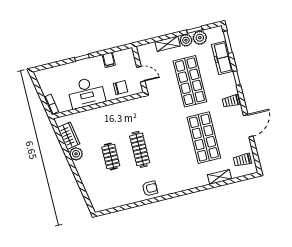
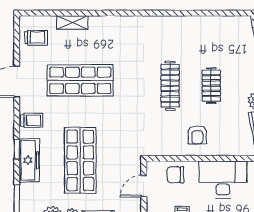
freezer: (222, 58) -> (29, 160), moved
door: (141, 74) -> (144, 186), hinge flipped
shop shelf: (204, 138) -> (80, 80), turned 90
armchair: (150, 188) -> (197, 135), moved, turned -90

